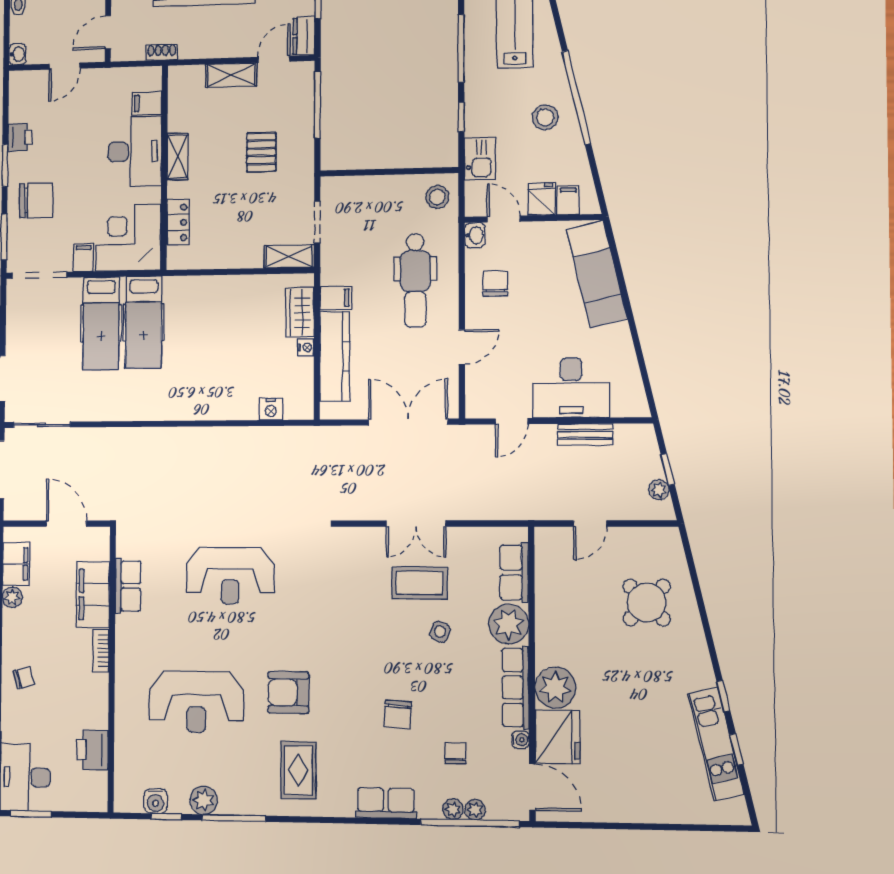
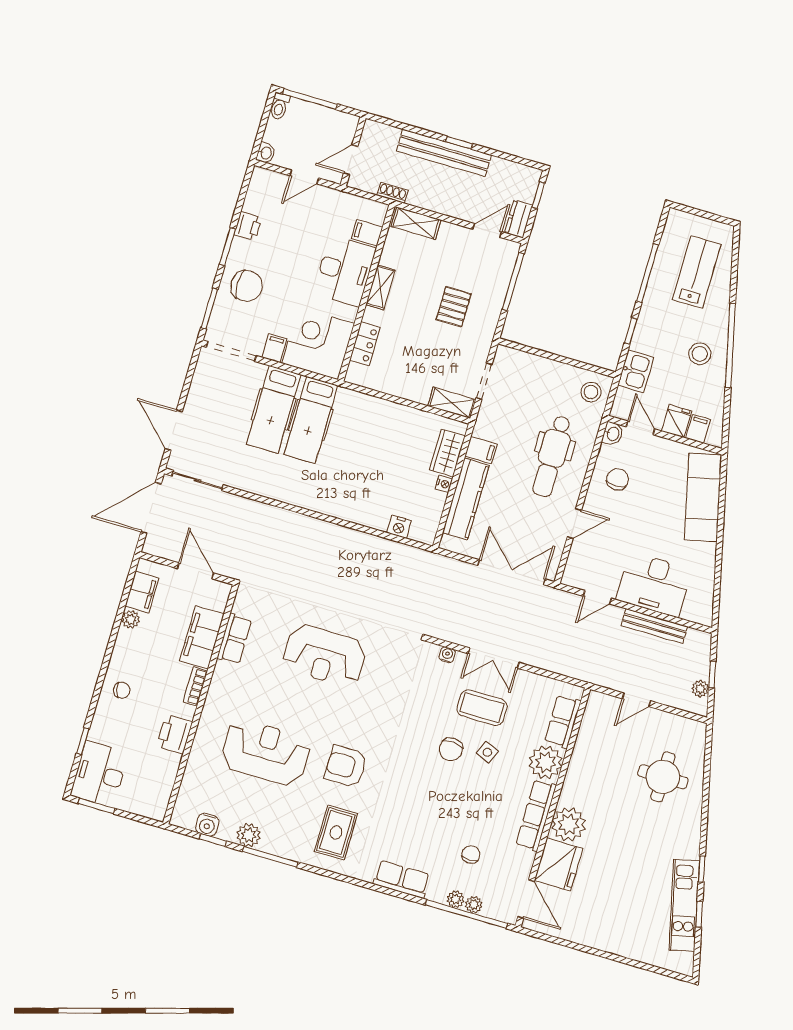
shelving: (231, 75) -> (416, 223), moved
bench: (585, 434) -> (654, 626), width x1.36
round table: (647, 603) -> (663, 777), turned 45
reception desk: (196, 702) -> (266, 752), turned 180
chair: (398, 714) -> (451, 749), moved
water cooler: (520, 740) -> (447, 655), moved, turned -90
printer: (92, 750) -> (174, 734), moved

